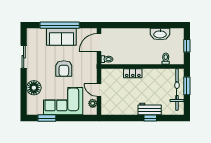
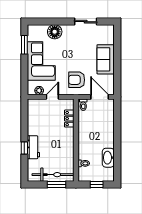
window: (60, 25) -> (117, 58), removed
armchair: (64, 68) -> (77, 80), moved
locker: (133, 73) -> (69, 119), moved

